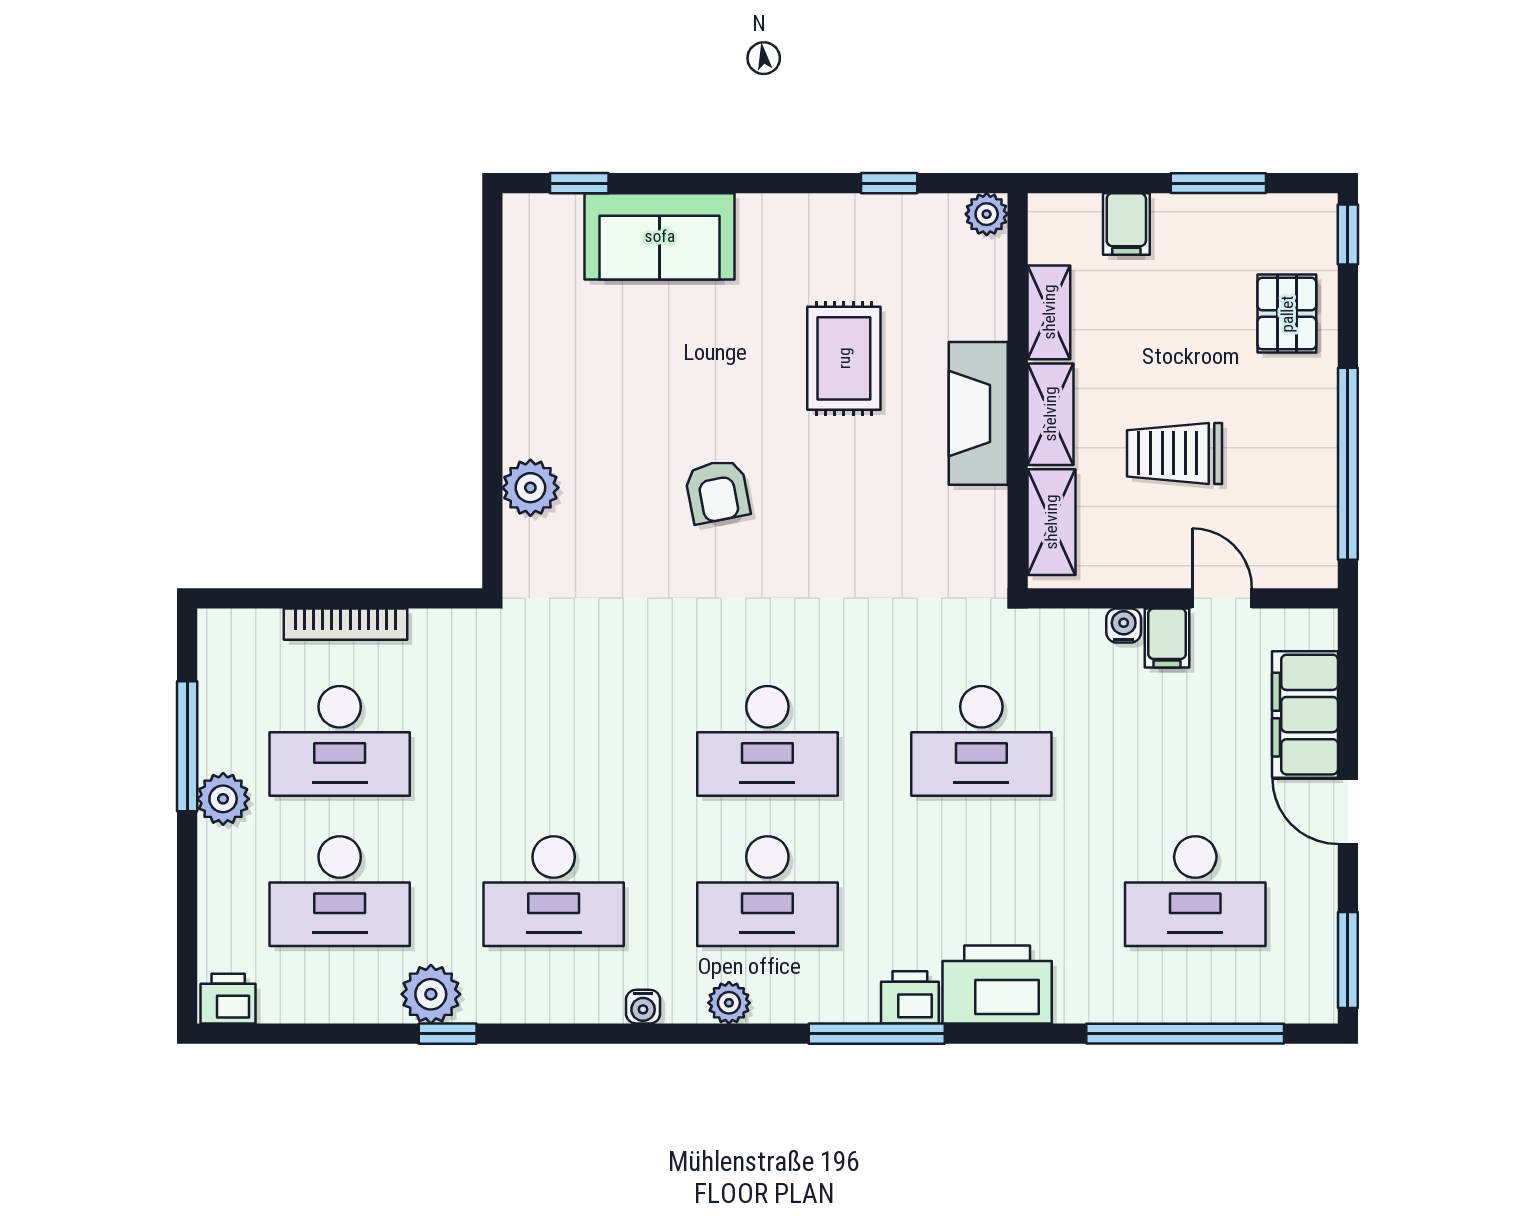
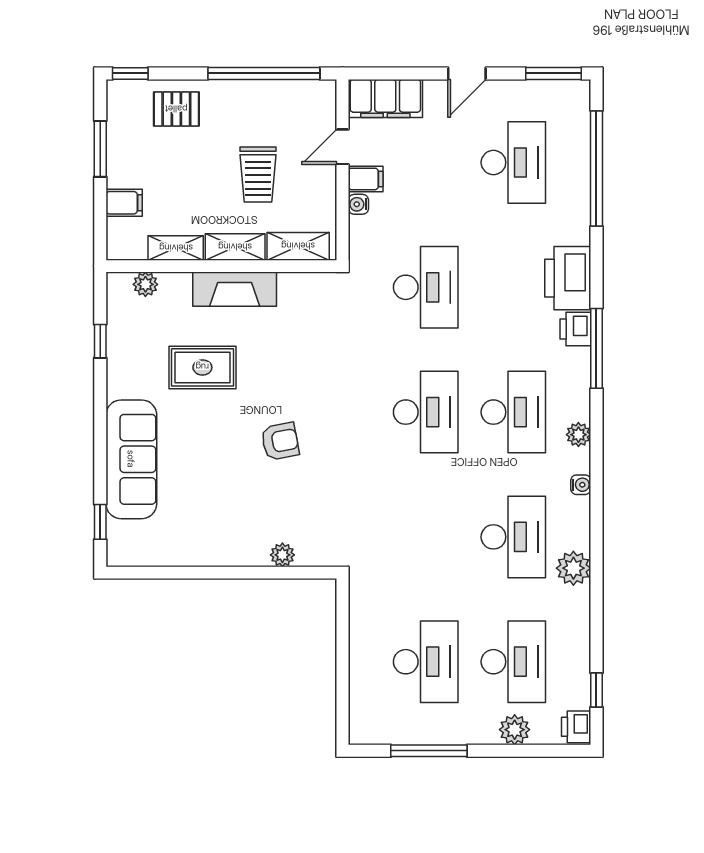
plant: (987, 214) -> (145, 284), moved
sofa: (660, 236) -> (131, 459), width x1.36
plant: (530, 488) -> (282, 555), width x0.73, depth x0.73
bookcase: (345, 624) -> (358, 658), removed
filing cabinet: (1305, 715) -> (385, 98), moved
plant: (223, 799) -> (515, 730), moved
plant: (431, 994) -> (573, 568), moved
window: (448, 1034) -> (596, 690), moved

